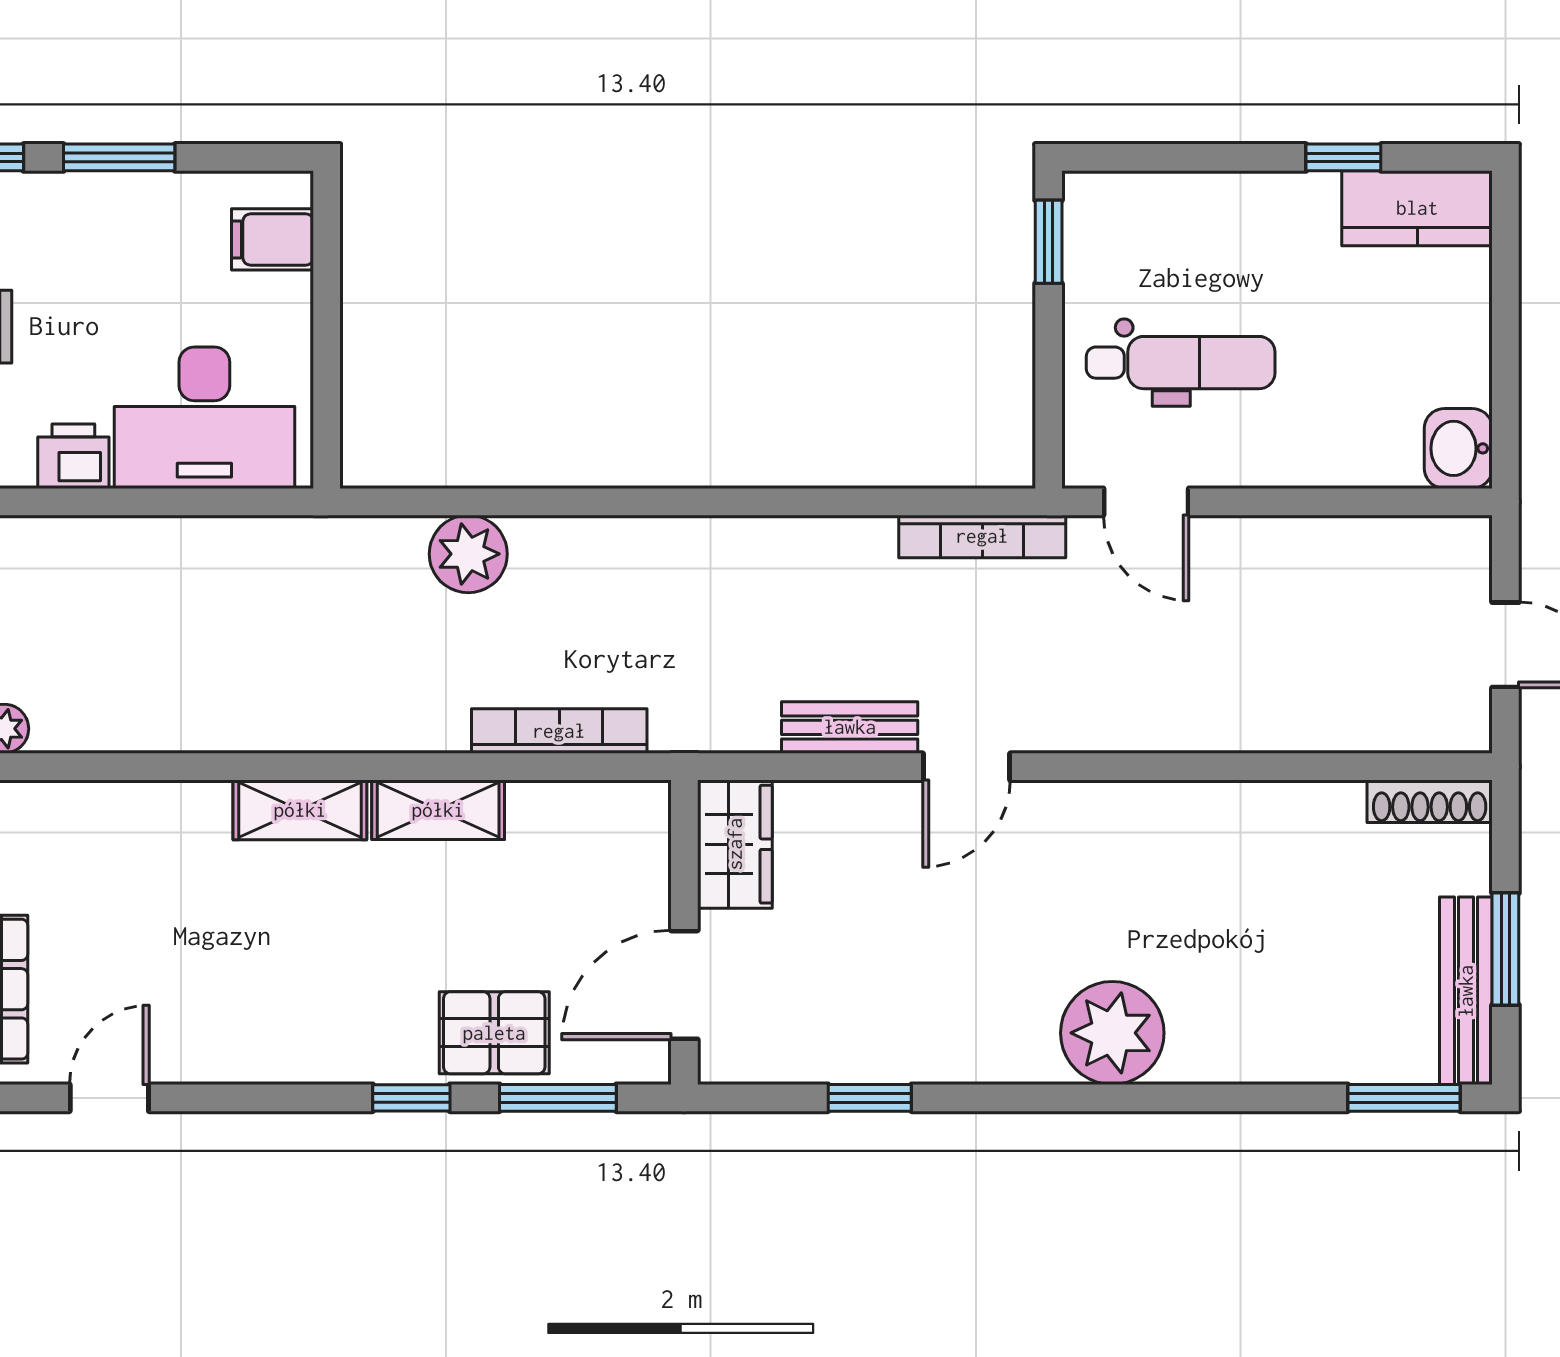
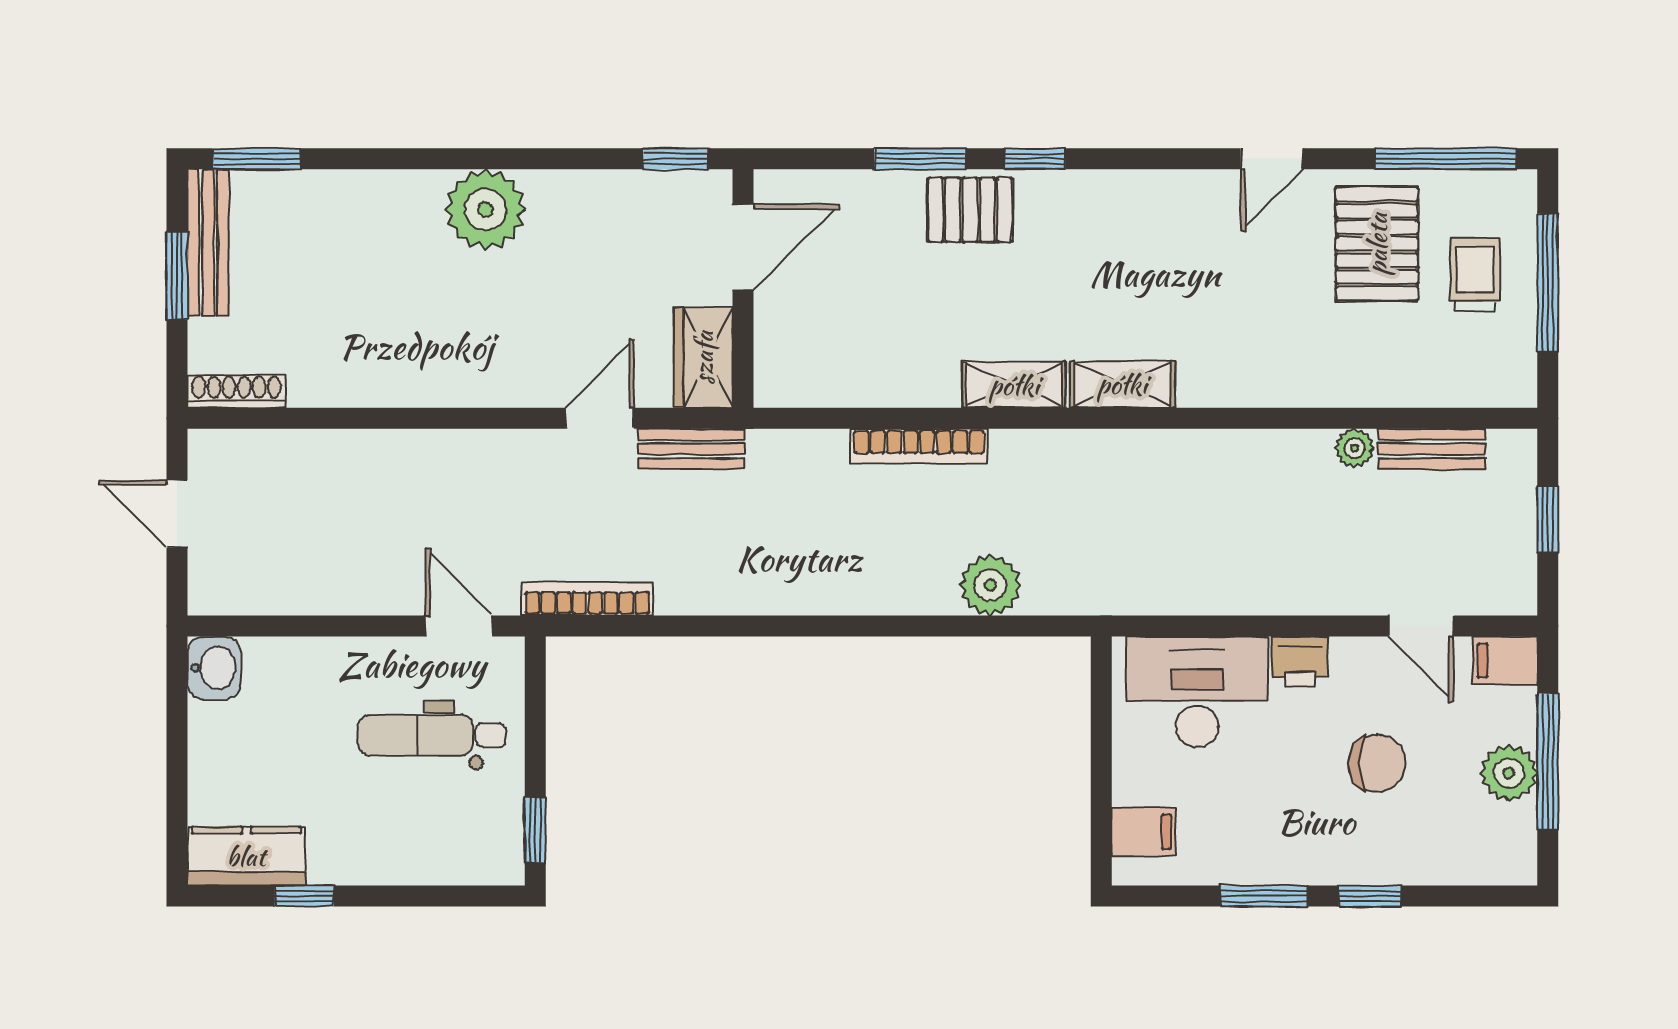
wardrobe: (735, 844) -> (703, 358), moved
wall: (684, 932) -> (743, 289), moved
door: (684, 985) -> (743, 247), moved

